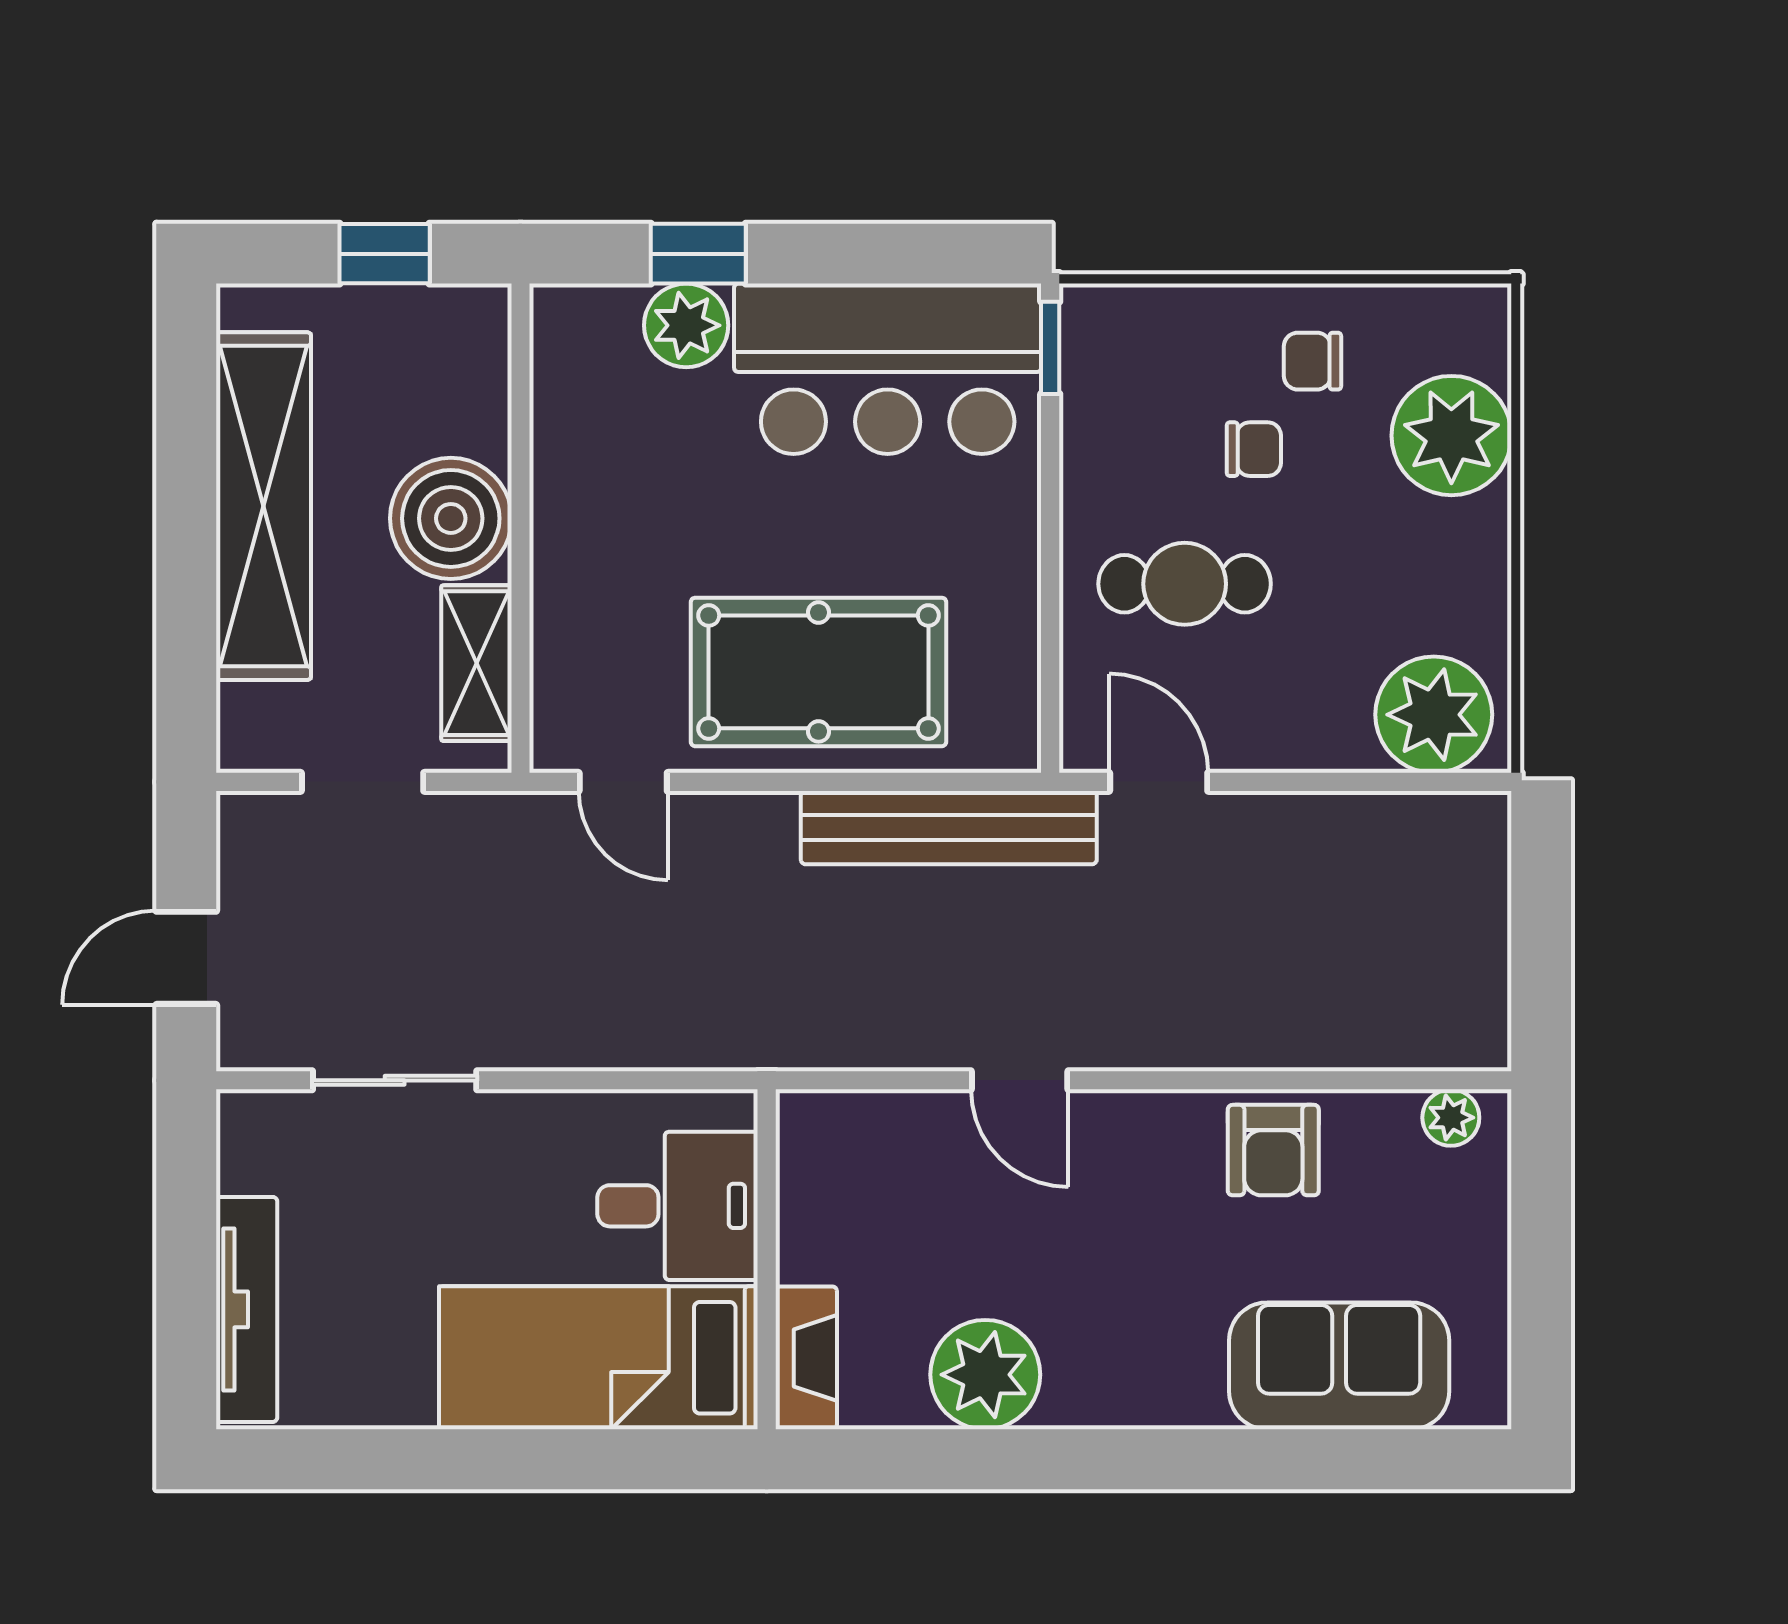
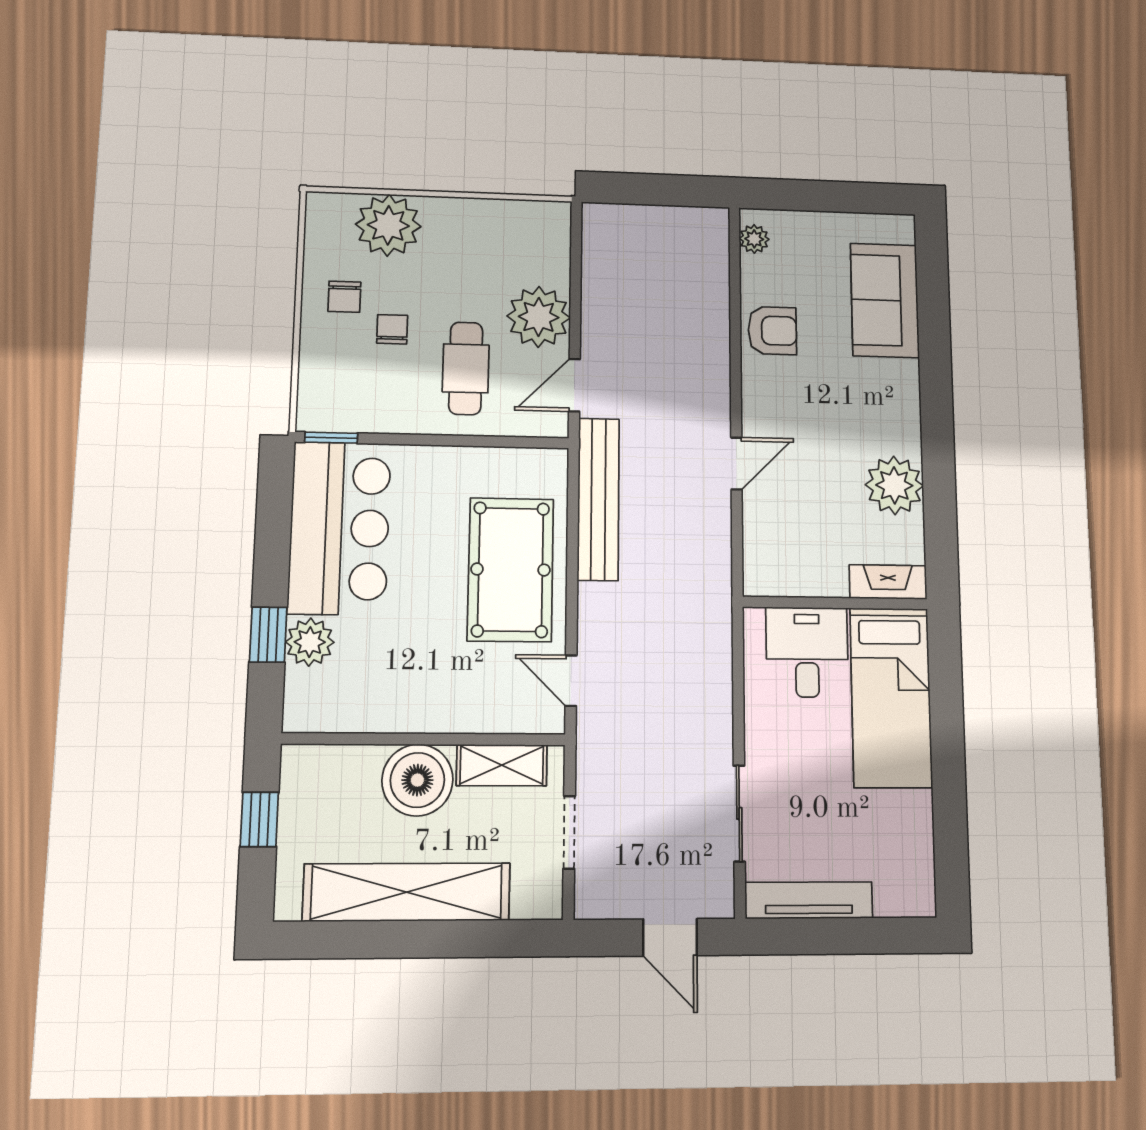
plant: (1434, 715) -> (539, 317), moved
door: (623, 782) -> (571, 681), swing flipped
tv unit: (247, 1309) -> (809, 900), moved

